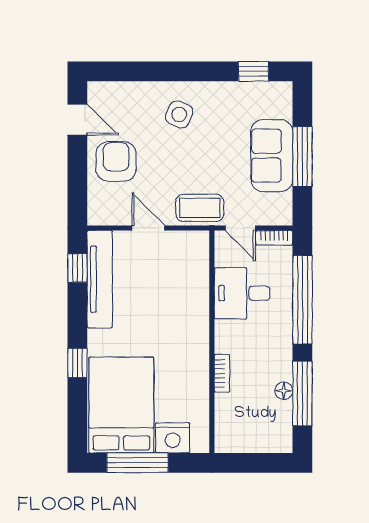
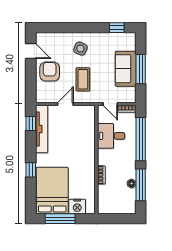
coffee table: (200, 208) -> (83, 79), moved, turned 90
door: (148, 228) -> (65, 104), hinge flipped

